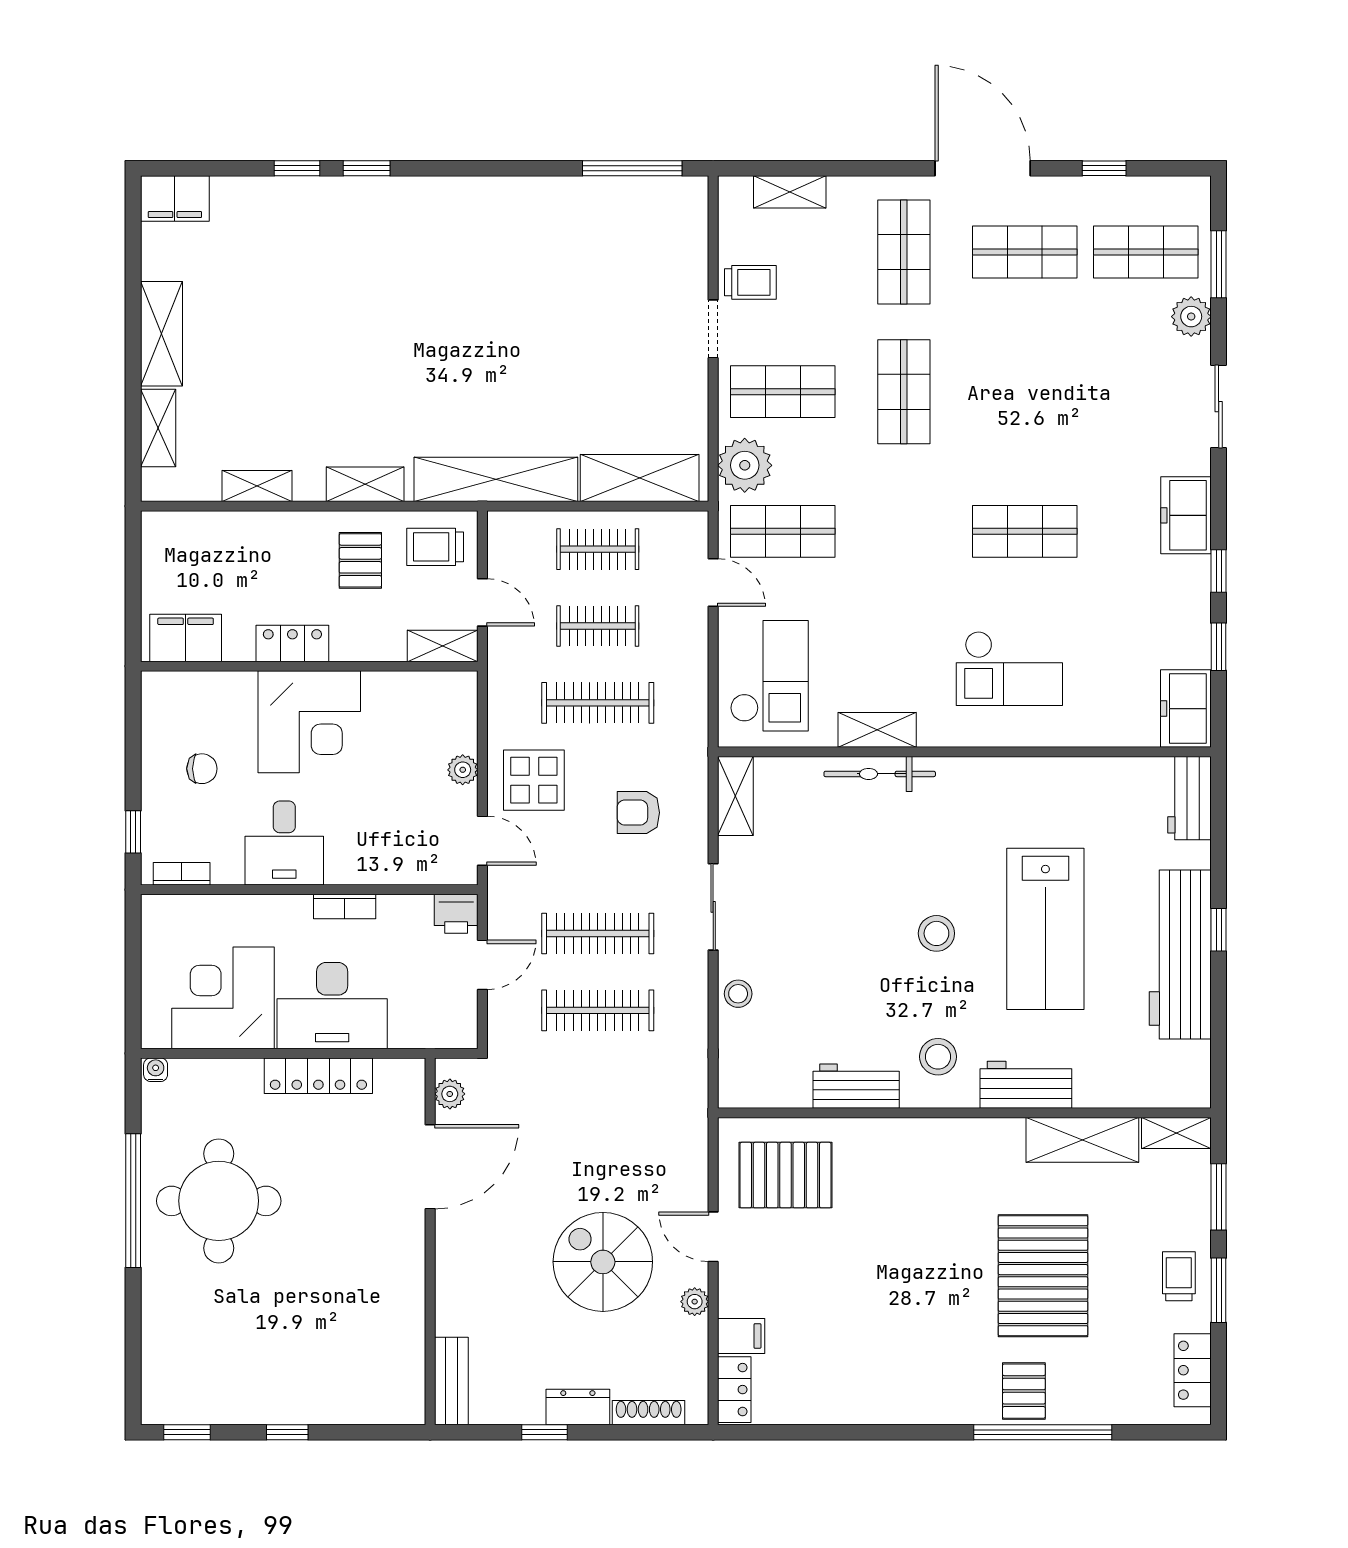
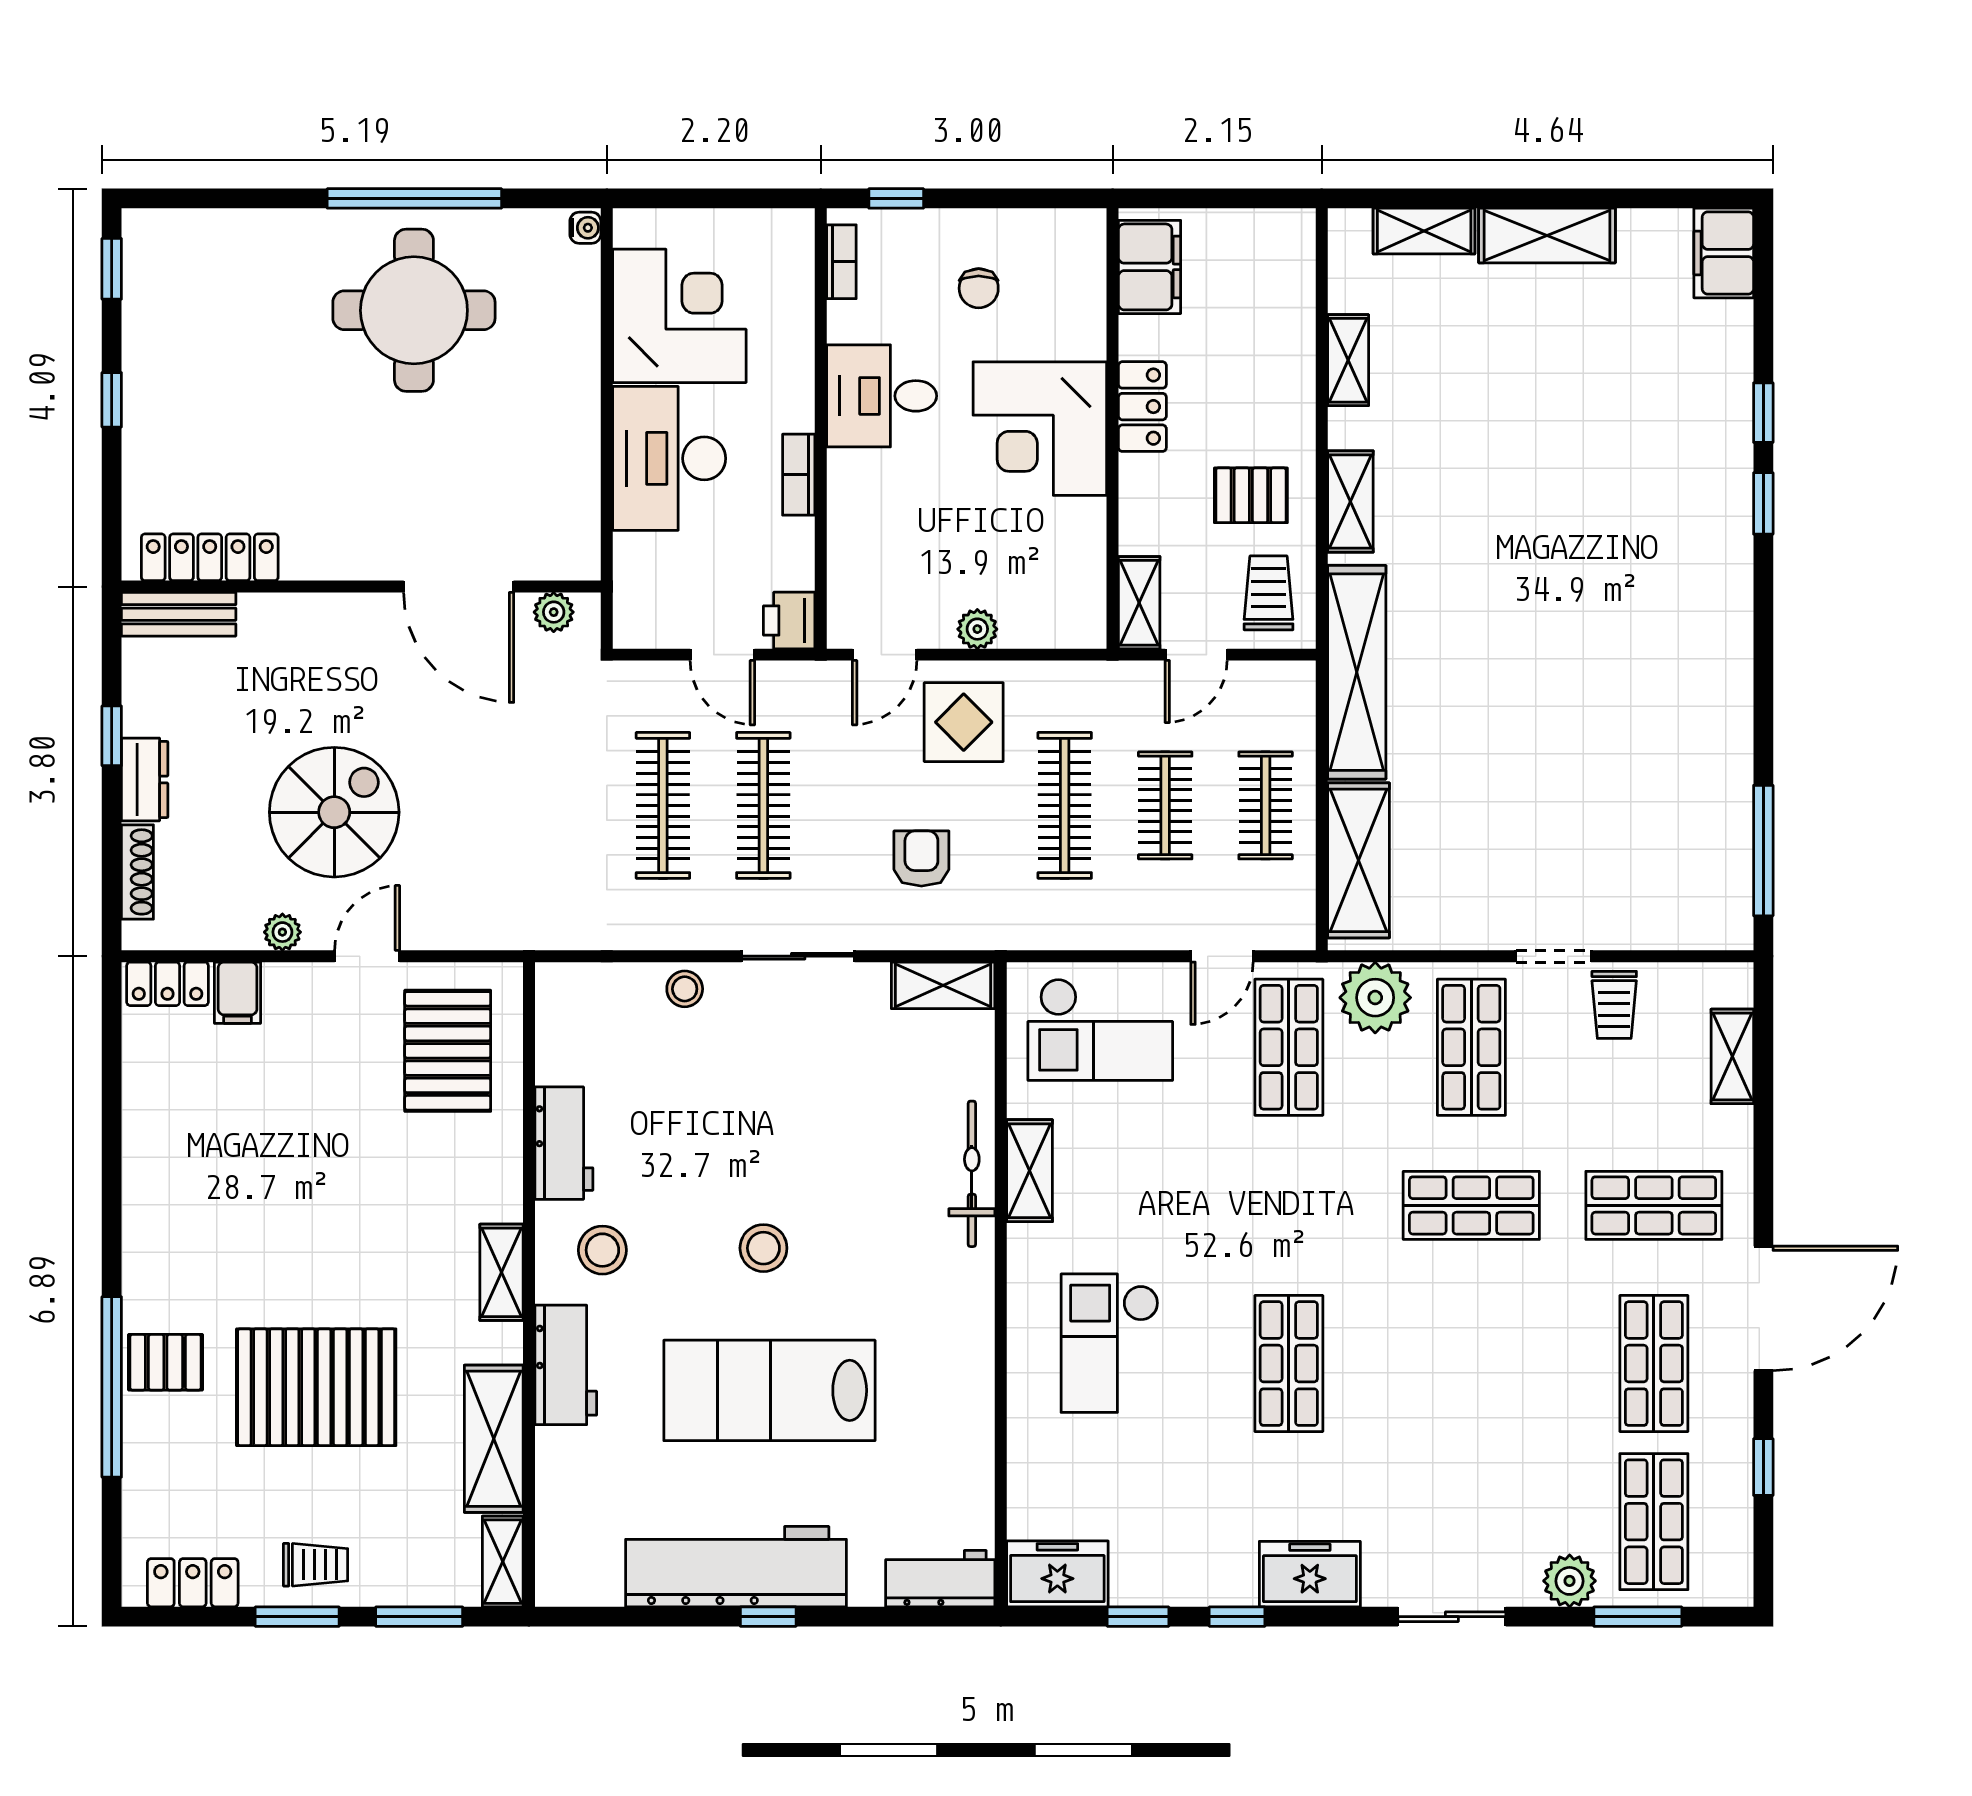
locker: (318, 1076) -> (210, 557), moved, turned 90
shelving: (955, 1134) -> (501, 1272), added

